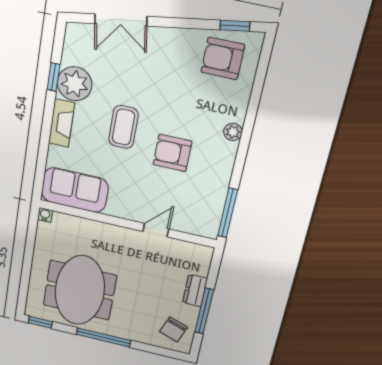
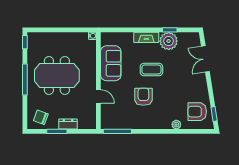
armchair: (223, 58) -> (197, 112), turned -90
plant: (233, 132) -> (176, 125), moved
sofa: (75, 190) -> (111, 63), moved
meeting table: (80, 290) -> (57, 76), moved
window: (204, 311) -> (57, 131), width x0.69

